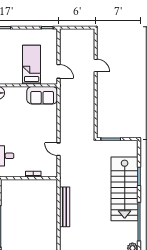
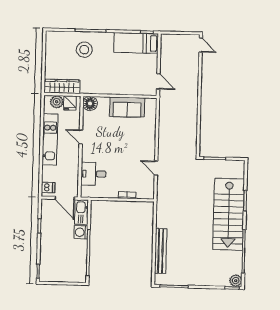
bed: (32, 65) -> (136, 43), moved, turned -90
door: (96, 65) -> (201, 45), moved
sofa: (42, 95) -> (127, 107), moved
bench: (65, 207) -> (161, 251), moved

